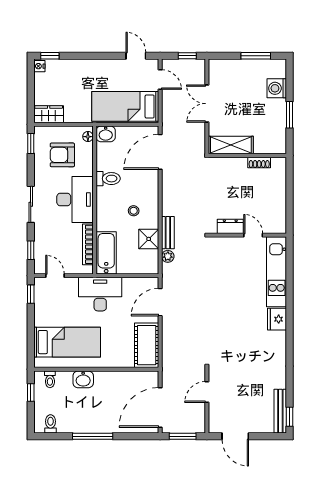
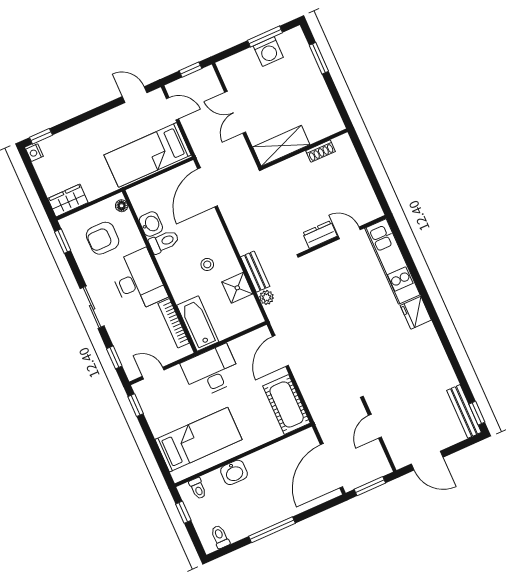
washing machine: (277, 88) -> (268, 52), moved, turned -90
window: (290, 115) -> (319, 58), moved
washbasin: (106, 134) -> (151, 224), moved, turned -90

